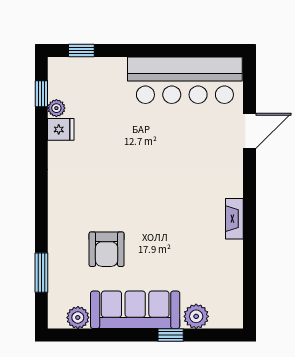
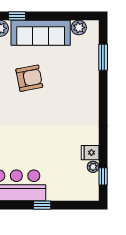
window: (81, 51) -> (42, 205), moved
armchair: (107, 249) -> (29, 78), moved, turned 79

